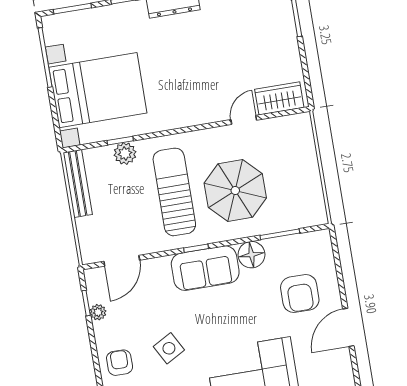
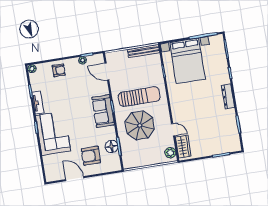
plant: (125, 153) -> (170, 153), moved
floor lamp: (251, 255) -> (112, 146), moved
side table: (169, 348) -> (65, 94), removed

